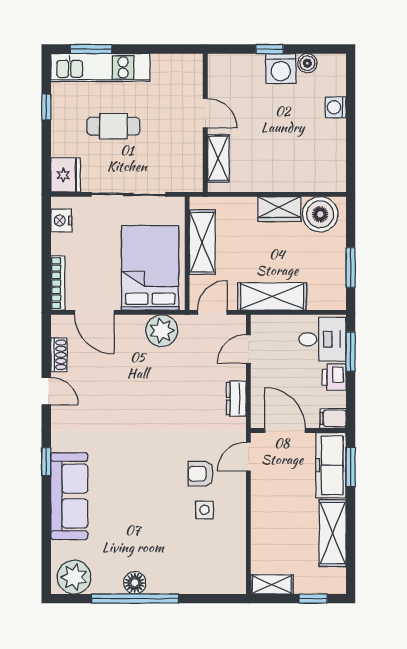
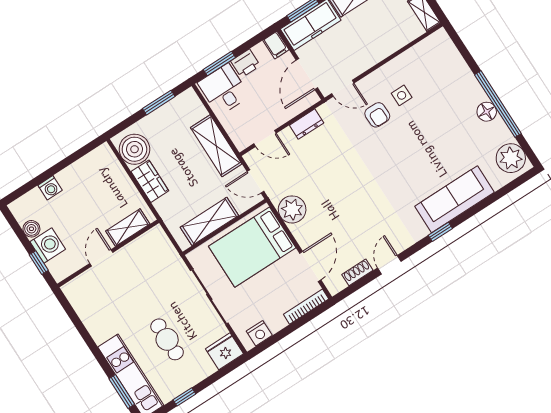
door: (205, 113) -> (101, 258), moved
wall: (205, 123) -> (108, 253), moved
shelving: (218, 158) -> (128, 228), moved

